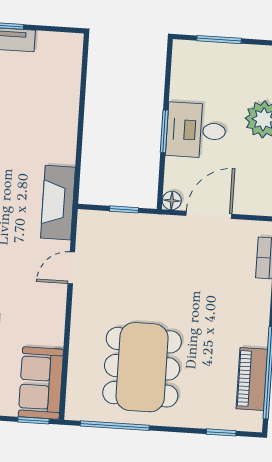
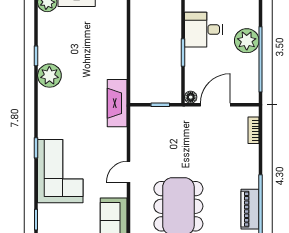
desk: (196, 130) -> (203, 30), moved
door: (71, 268) -> (128, 172), moved

